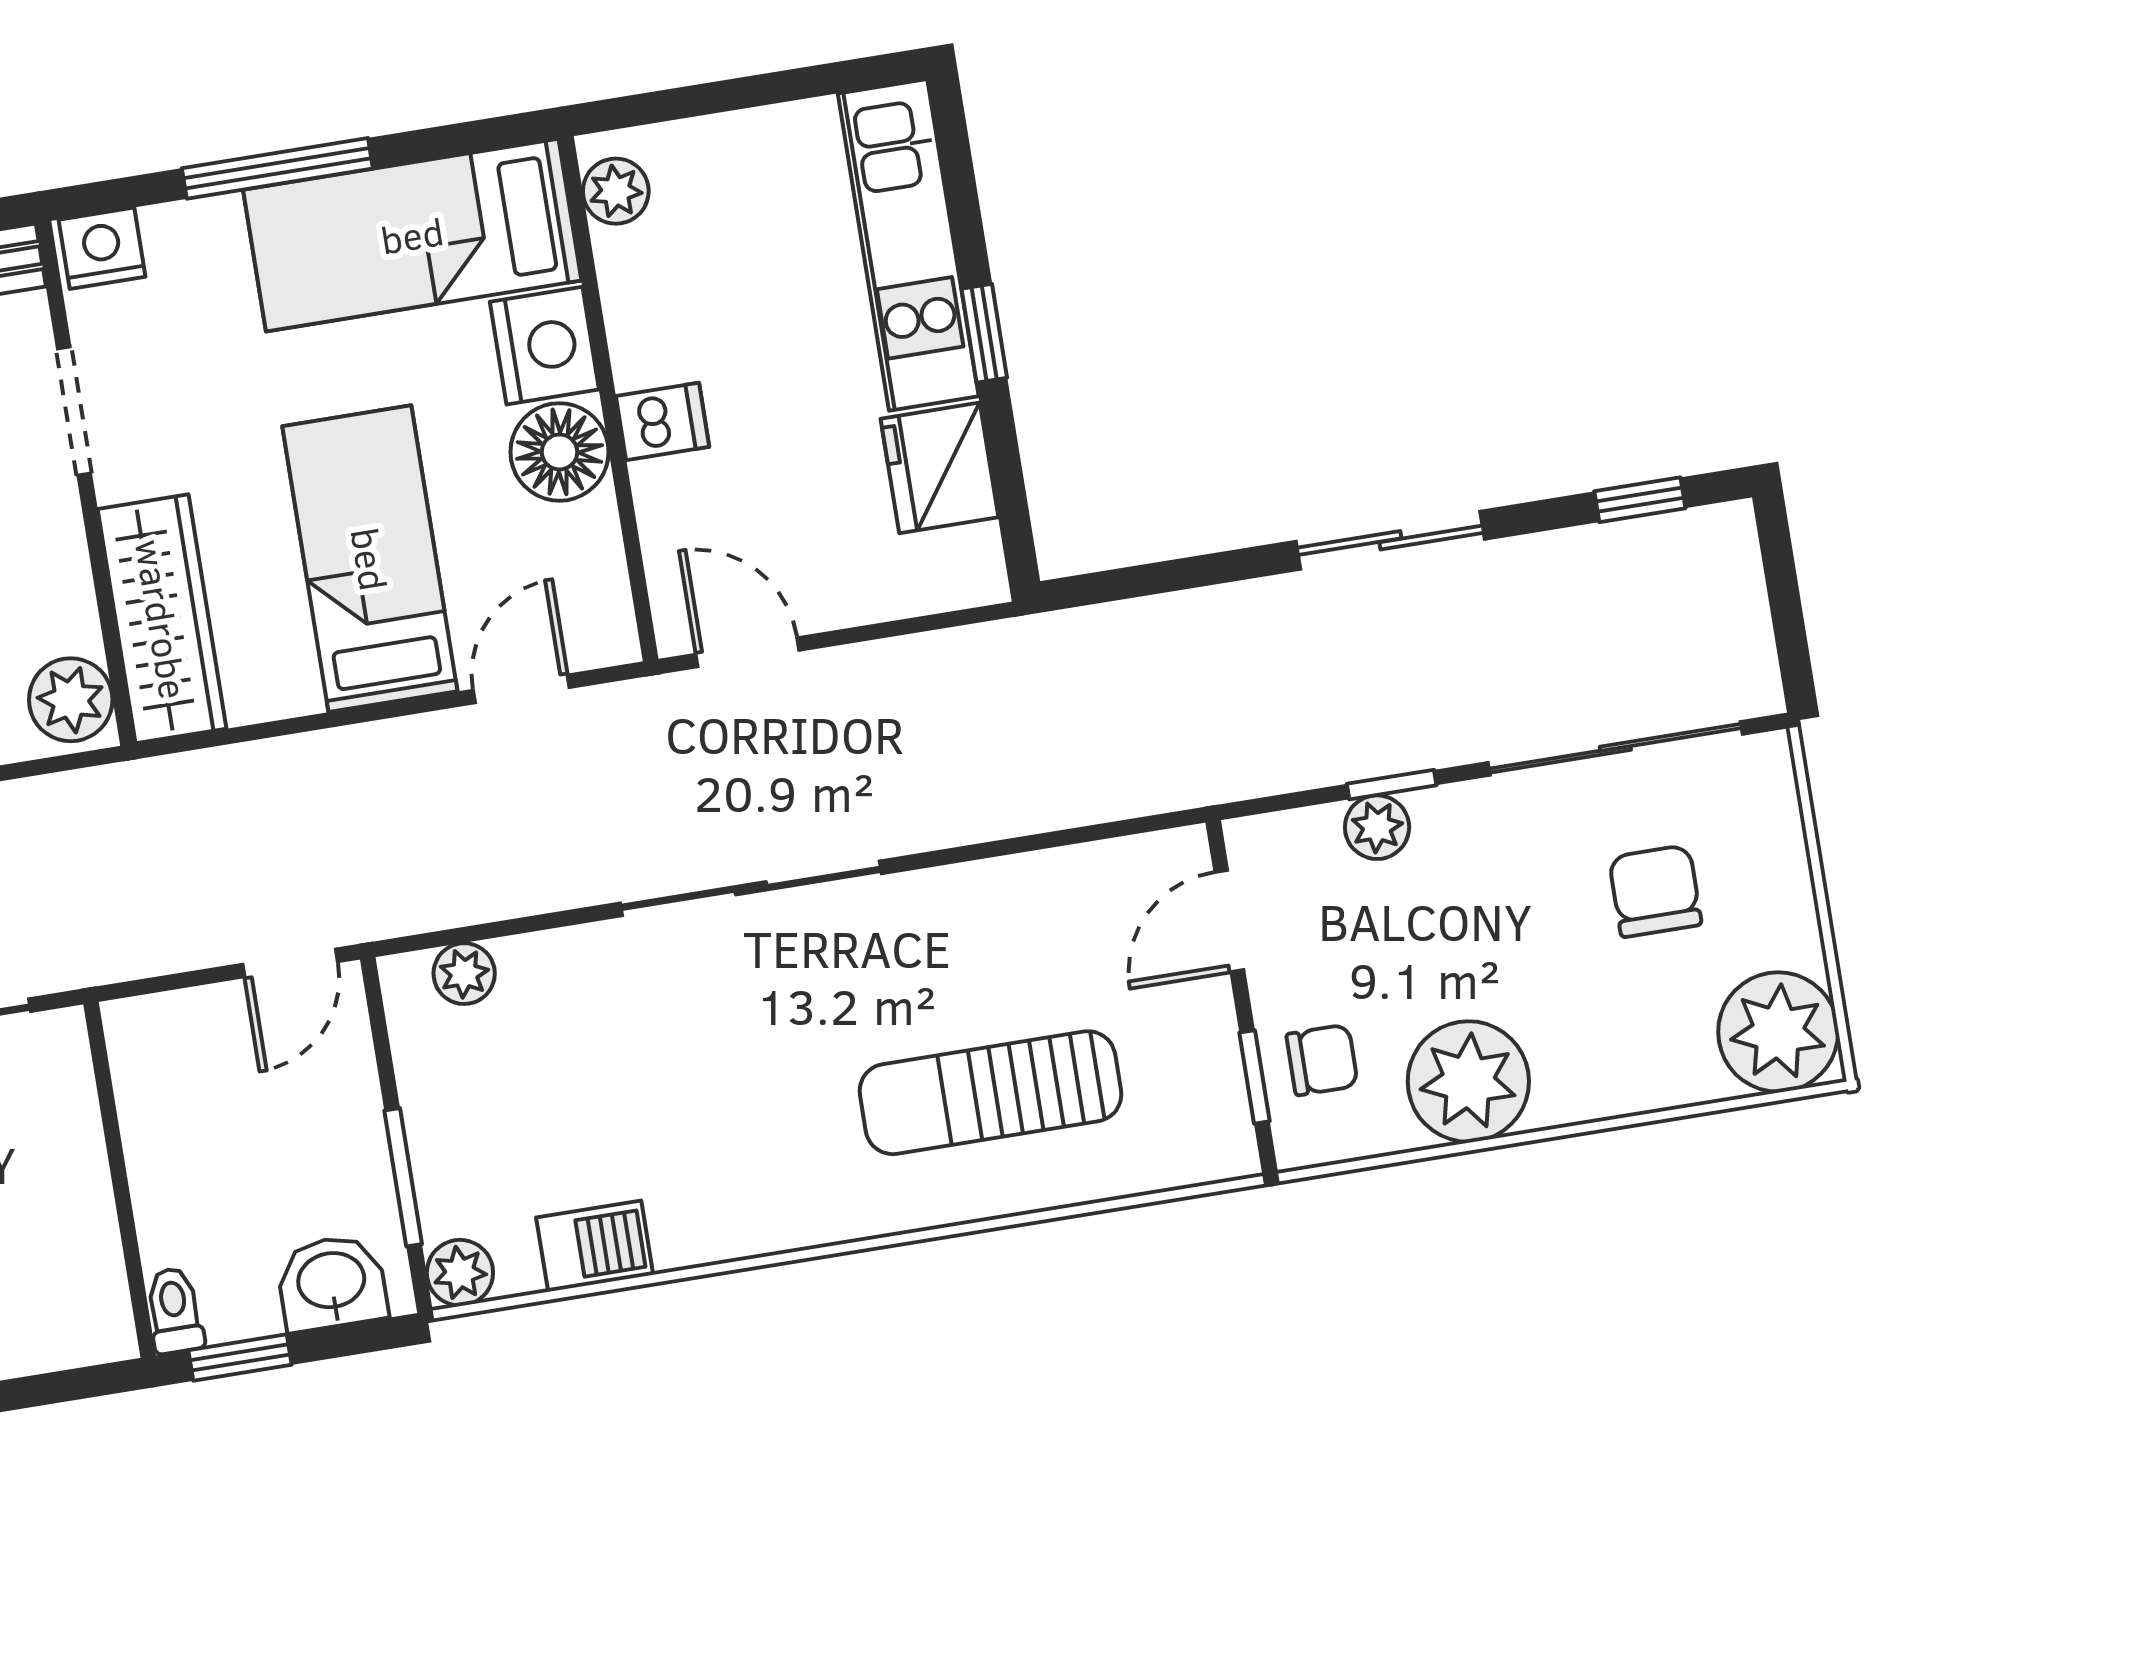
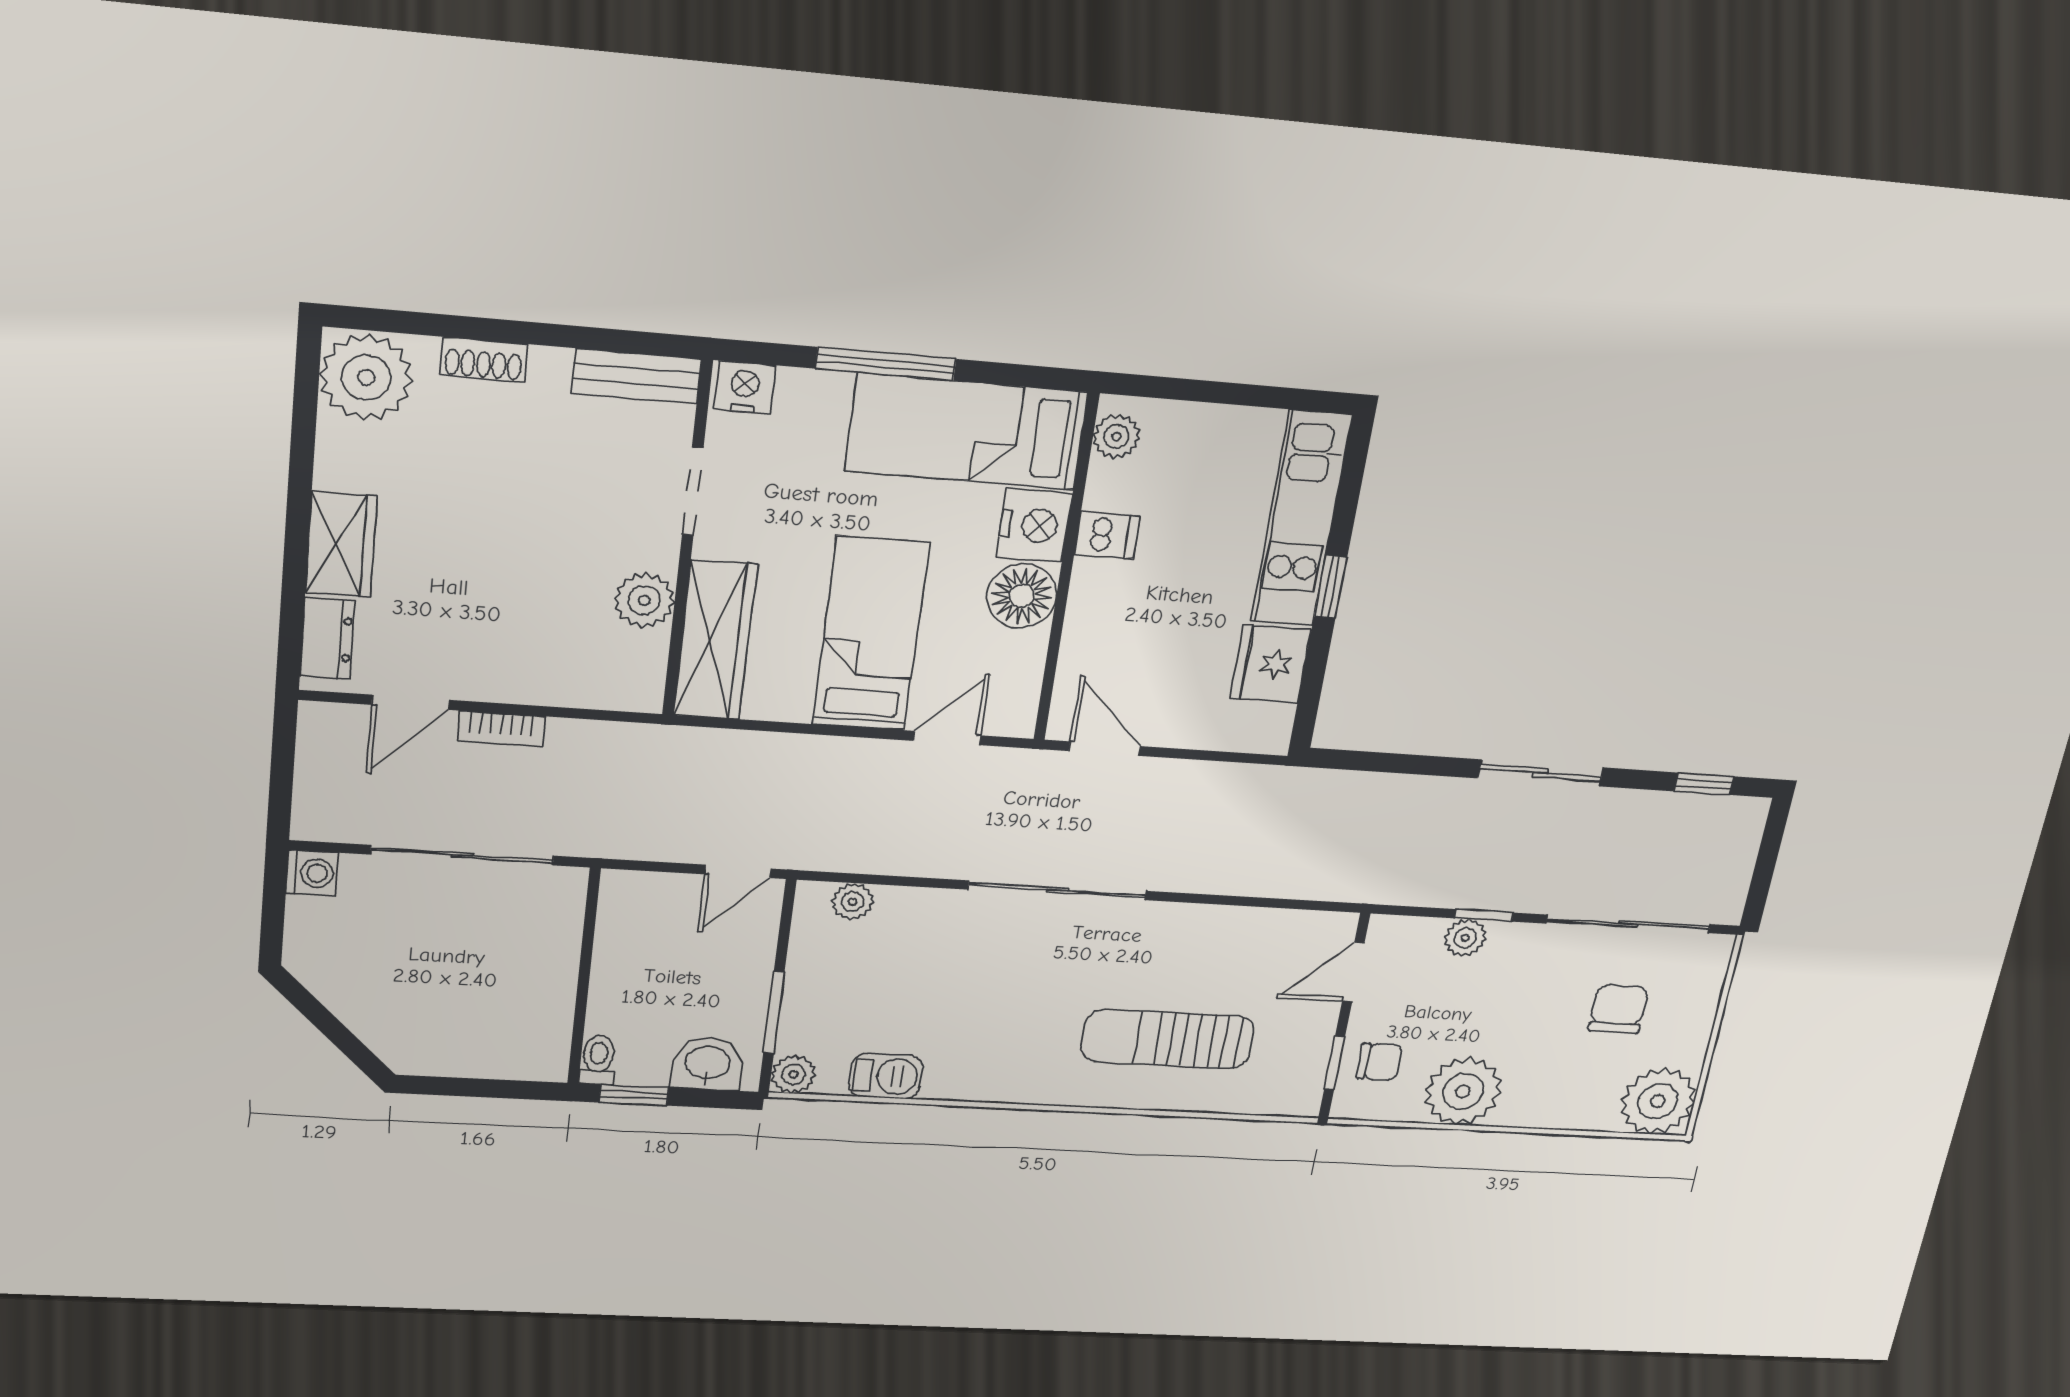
dishwasher: (662, 421) -> (1107, 535), moved
plant: (71, 700) -> (644, 600), moved

